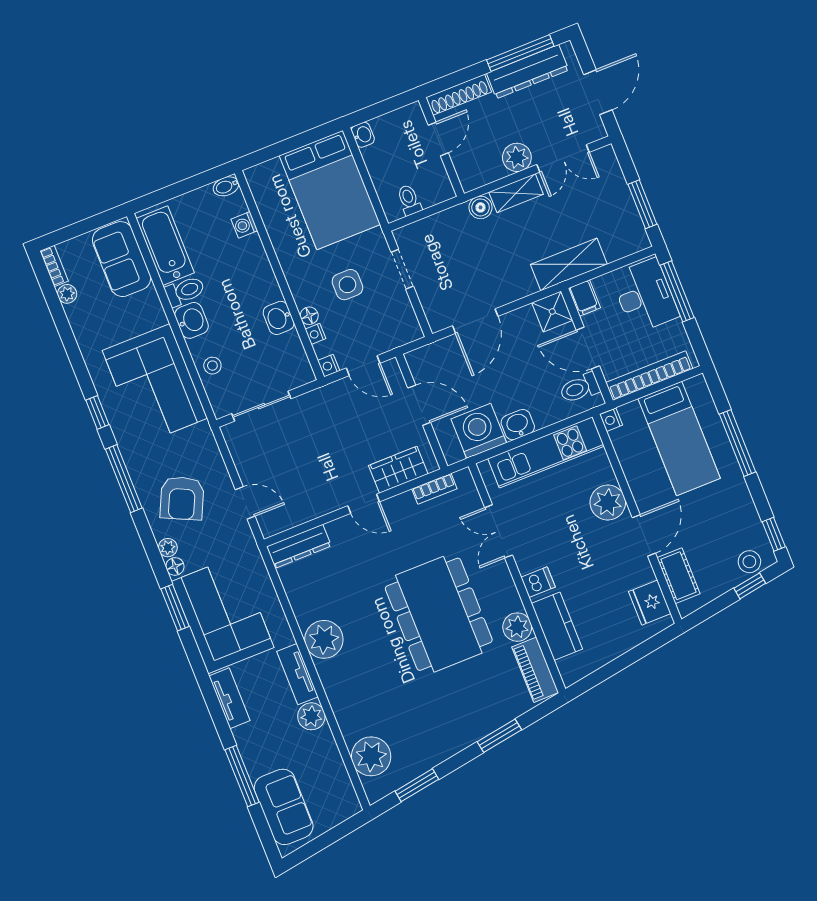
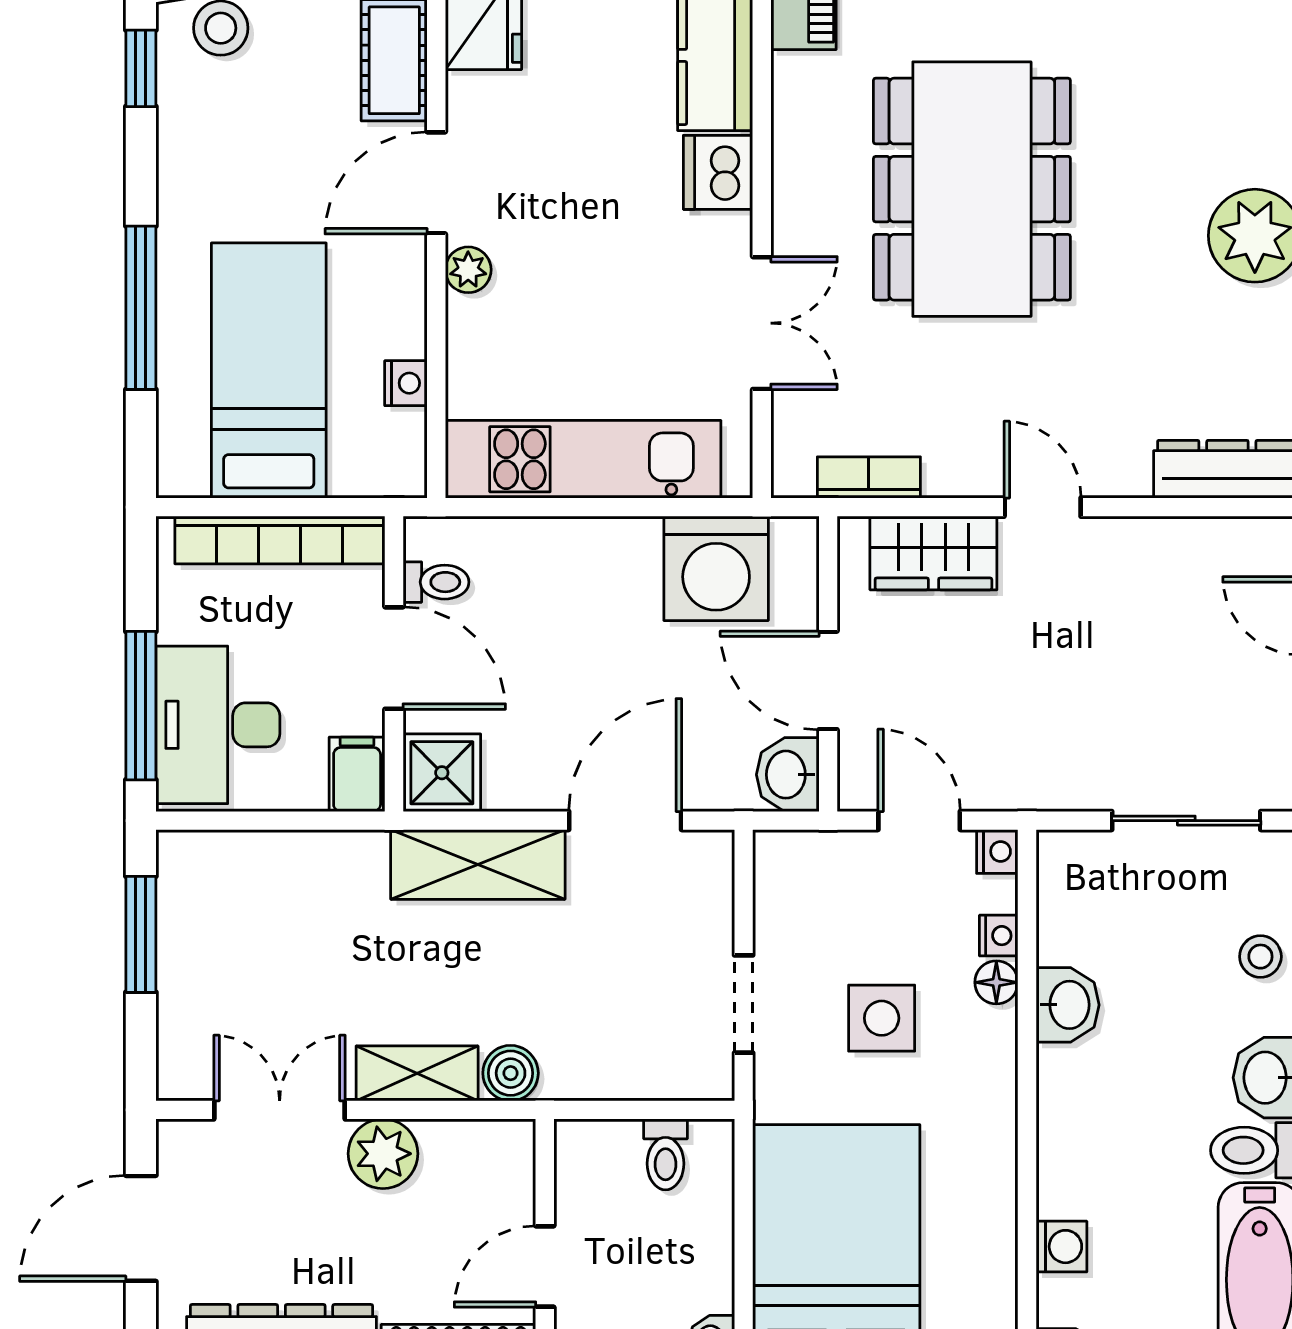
shelving: (569, 264) -> (478, 864), moved
toilet: (580, 388) -> (436, 582), width x0.73, depth x0.72
nightstand: (611, 420) -> (406, 383), moved
washbasin: (518, 425) -> (788, 775), moved, turned 90
plant: (608, 502) -> (468, 270), width x0.53, depth x0.53
dishwasher: (538, 582) -> (718, 172), width x1.38
plant: (517, 627) -> (806, 89), removed

